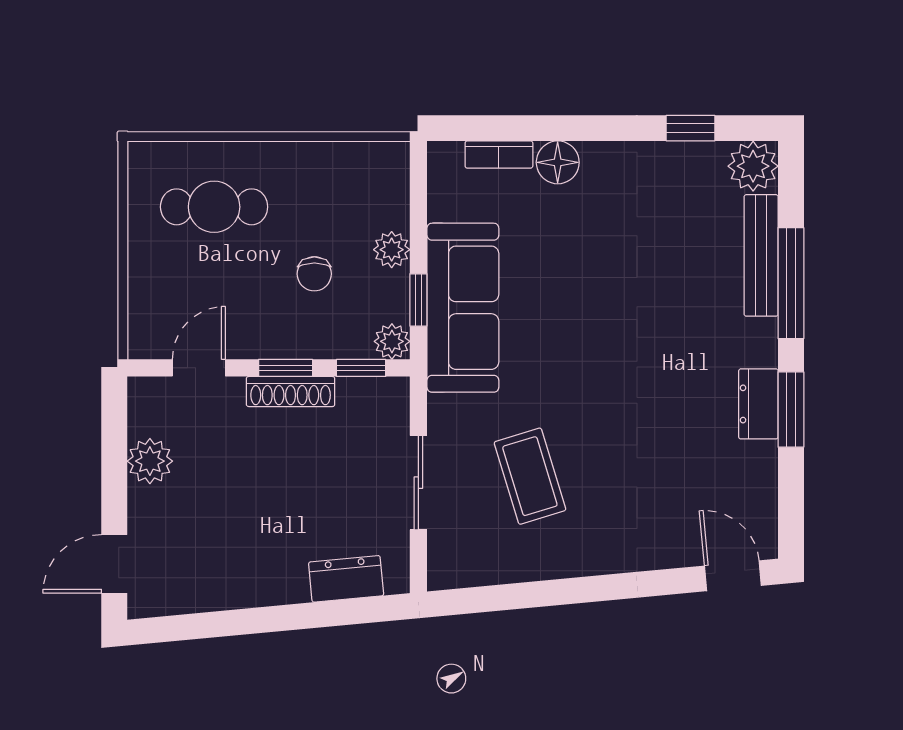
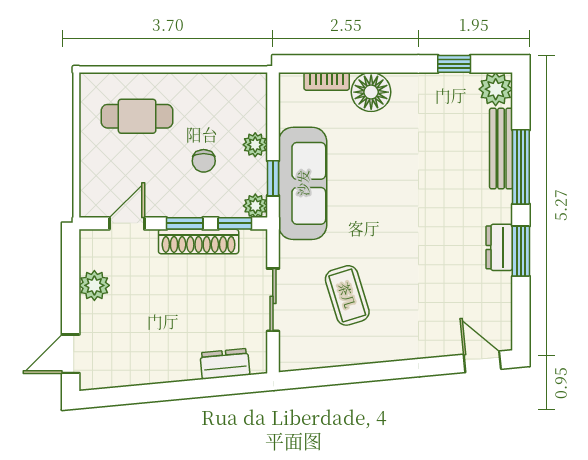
floor lamp: (558, 162) -> (371, 92), width x1.38, depth x1.38
shoe rack: (291, 392) -> (199, 241), width x1.36, depth x1.24

